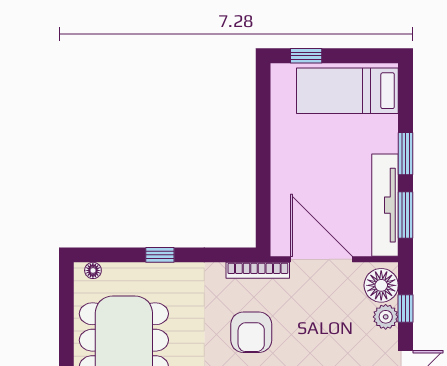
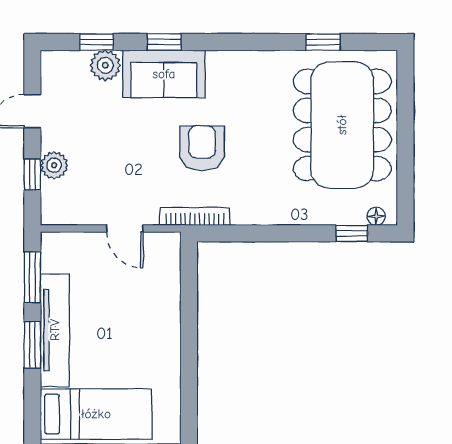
tv unit: (385, 205) -> (55, 330), moved
window: (160, 255) -> (352, 233), moved
door: (321, 259) -> (125, 229), width x0.53
floor lamp: (381, 285) -> (59, 200), removed

